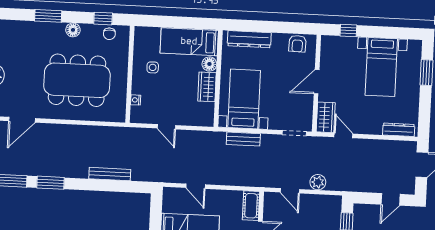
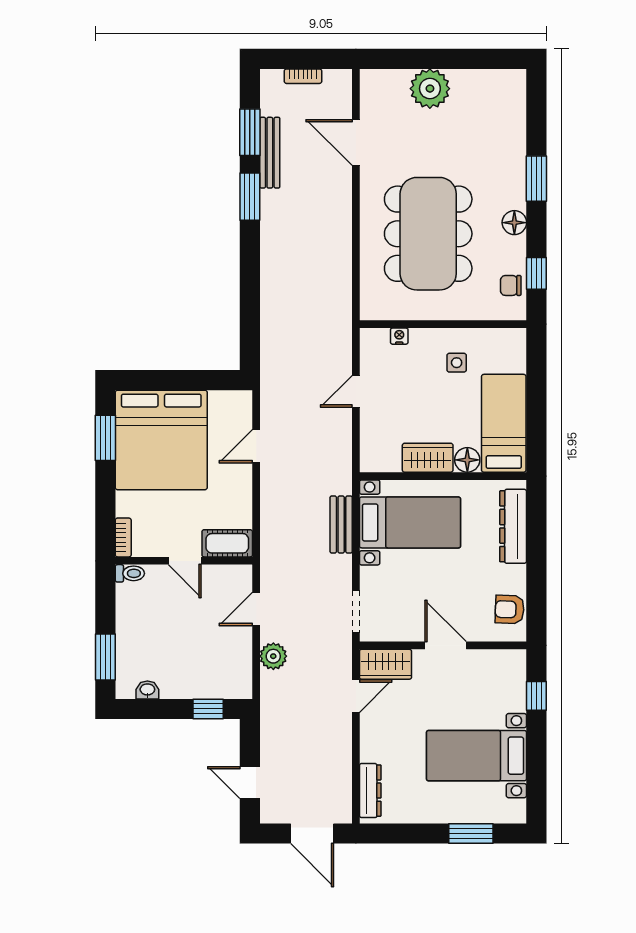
bench: (110, 174) -> (270, 153), moved

